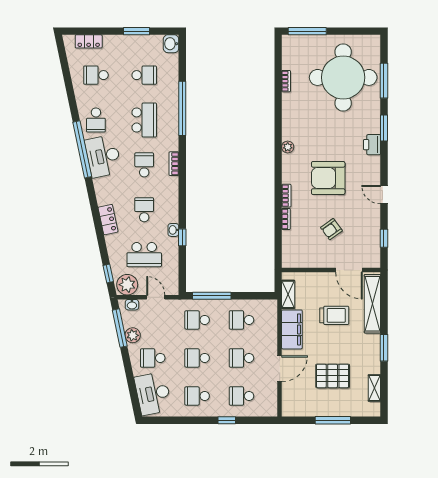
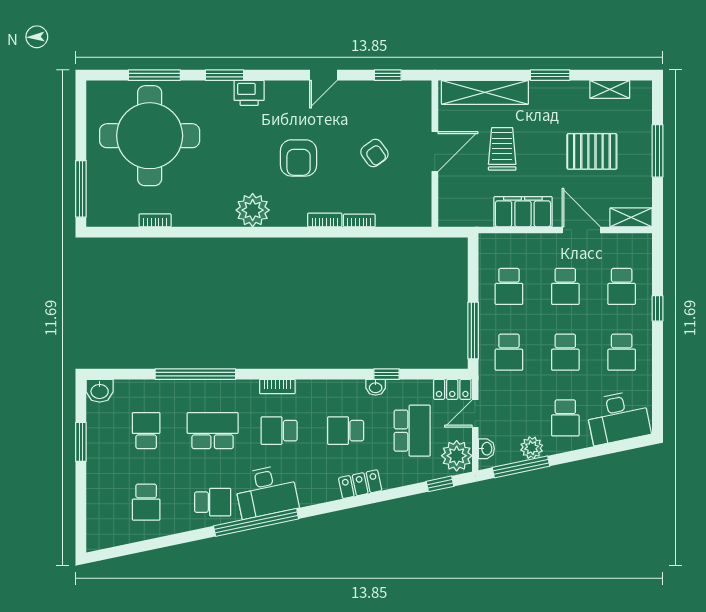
locker: (89, 41) -> (452, 389), moved, turned 90
plant: (288, 147) -> (253, 210), width x1.88, depth x1.88
armchair: (328, 178) -> (299, 158), width x0.73, depth x0.73
door: (349, 270) -> (435, 152), moved
shelving: (288, 294) -> (631, 217), moved
pallet: (333, 376) -> (592, 151), turned 90

